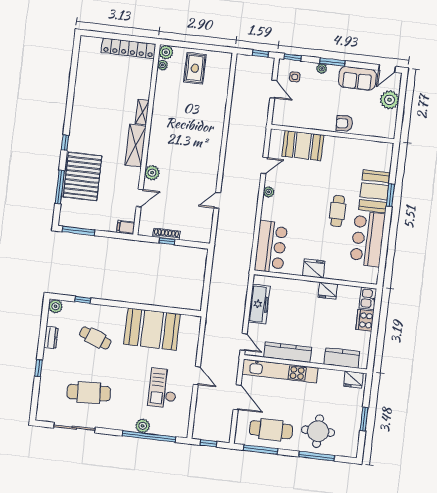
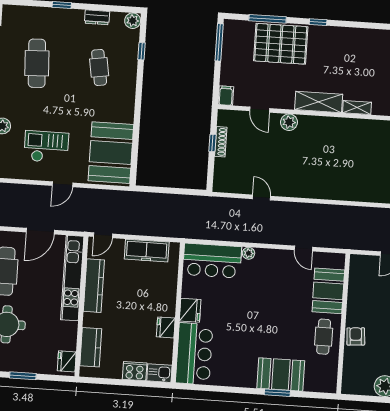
plant: (269, 192) -> (249, 253), moved
cafe table: (338, 211) -> (324, 337), moved, turned 90
bar counter: (368, 239) -> (194, 354), moved, turned 90
booth: (152, 329) -> (111, 153), moved
cafe table: (95, 338) -> (99, 67), turned -30

